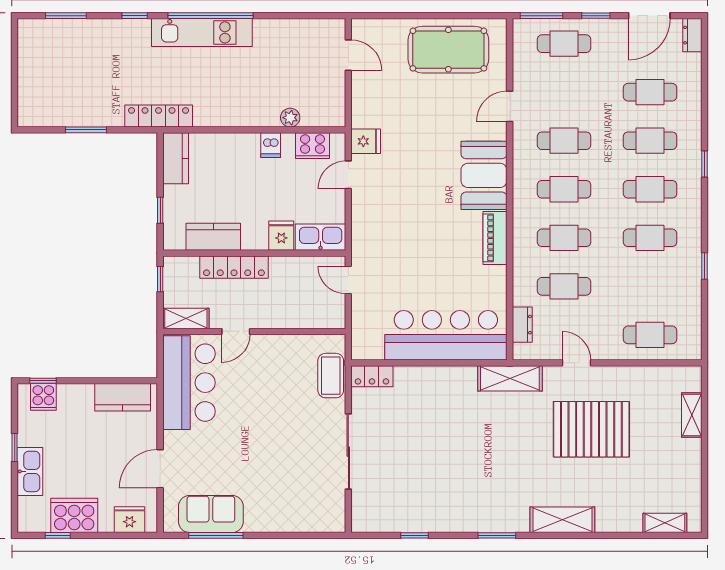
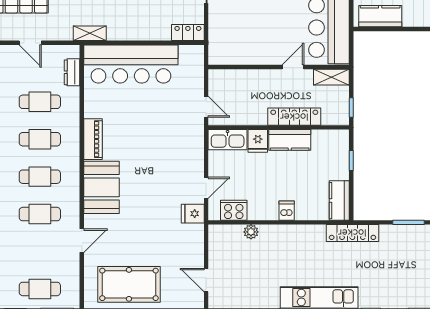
dishwasher: (271, 145) -> (287, 211), moved
kitchen counter: (213, 237) -> (290, 140), moved
coffee table: (331, 376) -> (220, 33), removed
shelving: (510, 378) -> (90, 33), width x0.67, depth x0.75

